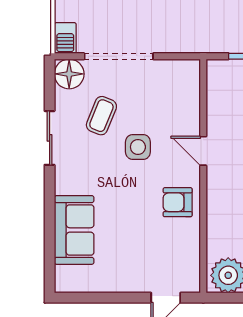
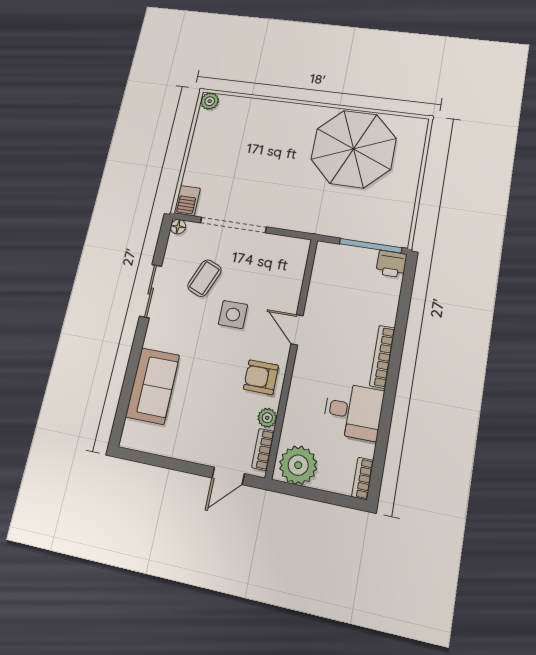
floor lamp: (69, 74) -> (178, 227), width x0.53, depth x0.53
plant: (191, 239) -> (267, 418), added
bookcase: (193, 268) -> (263, 449), added

